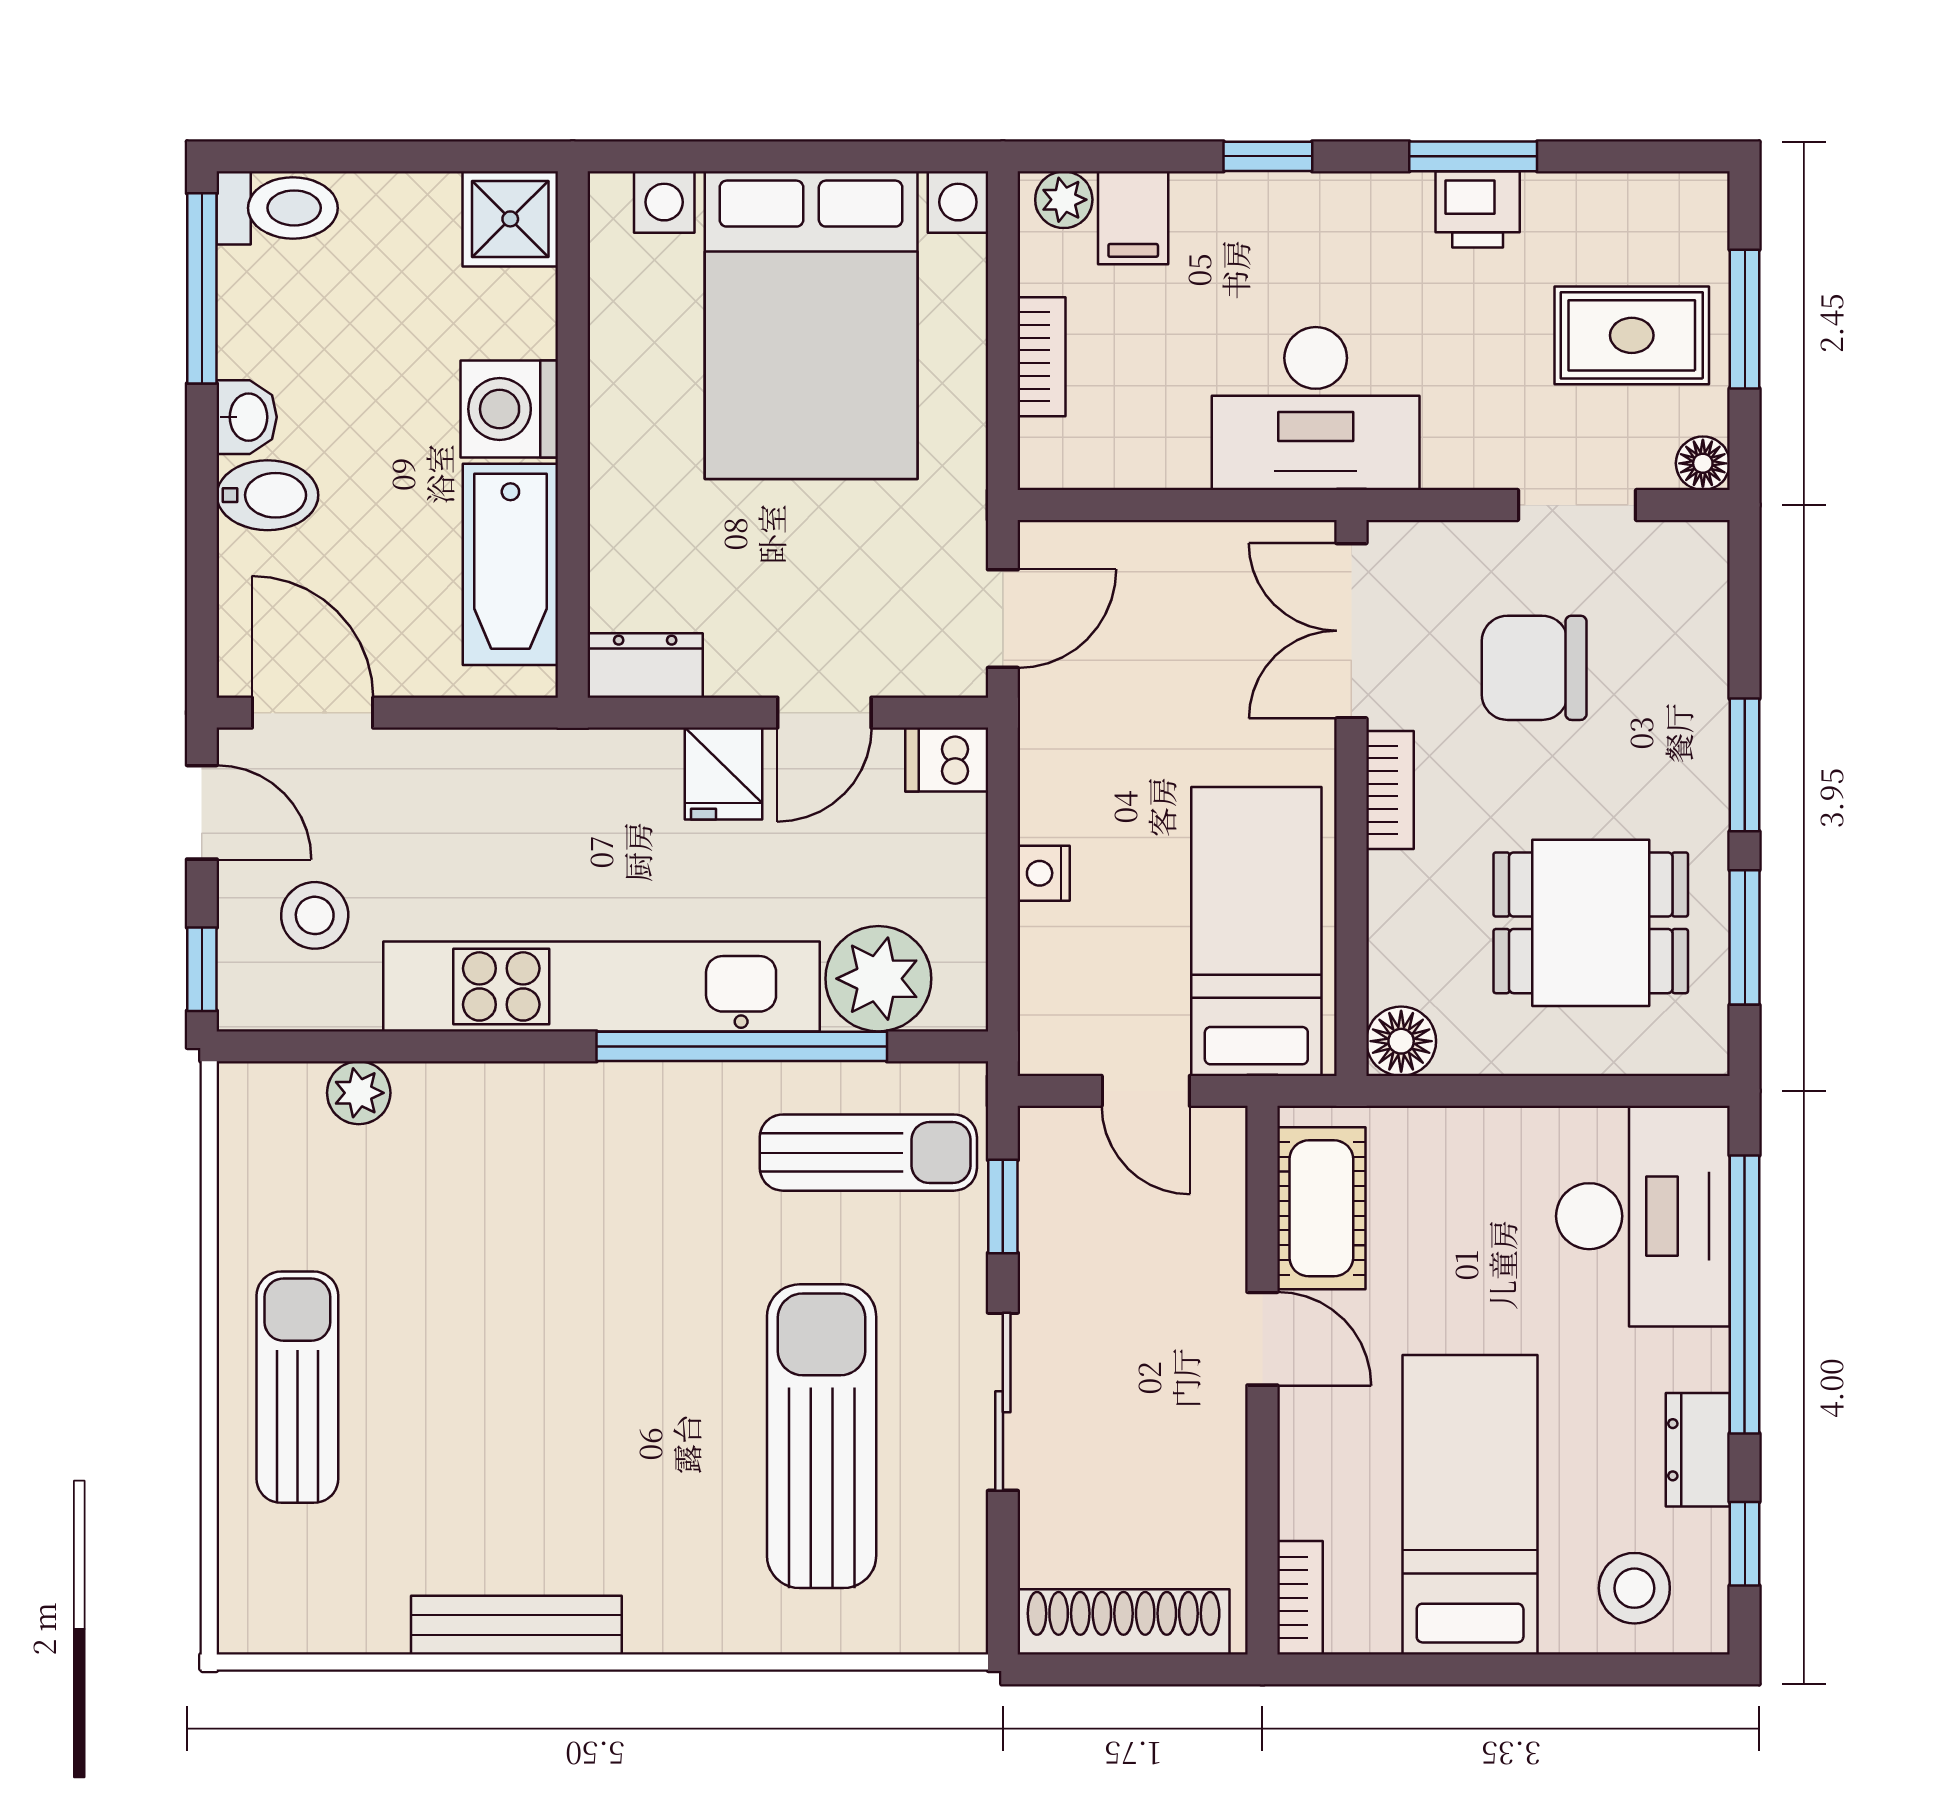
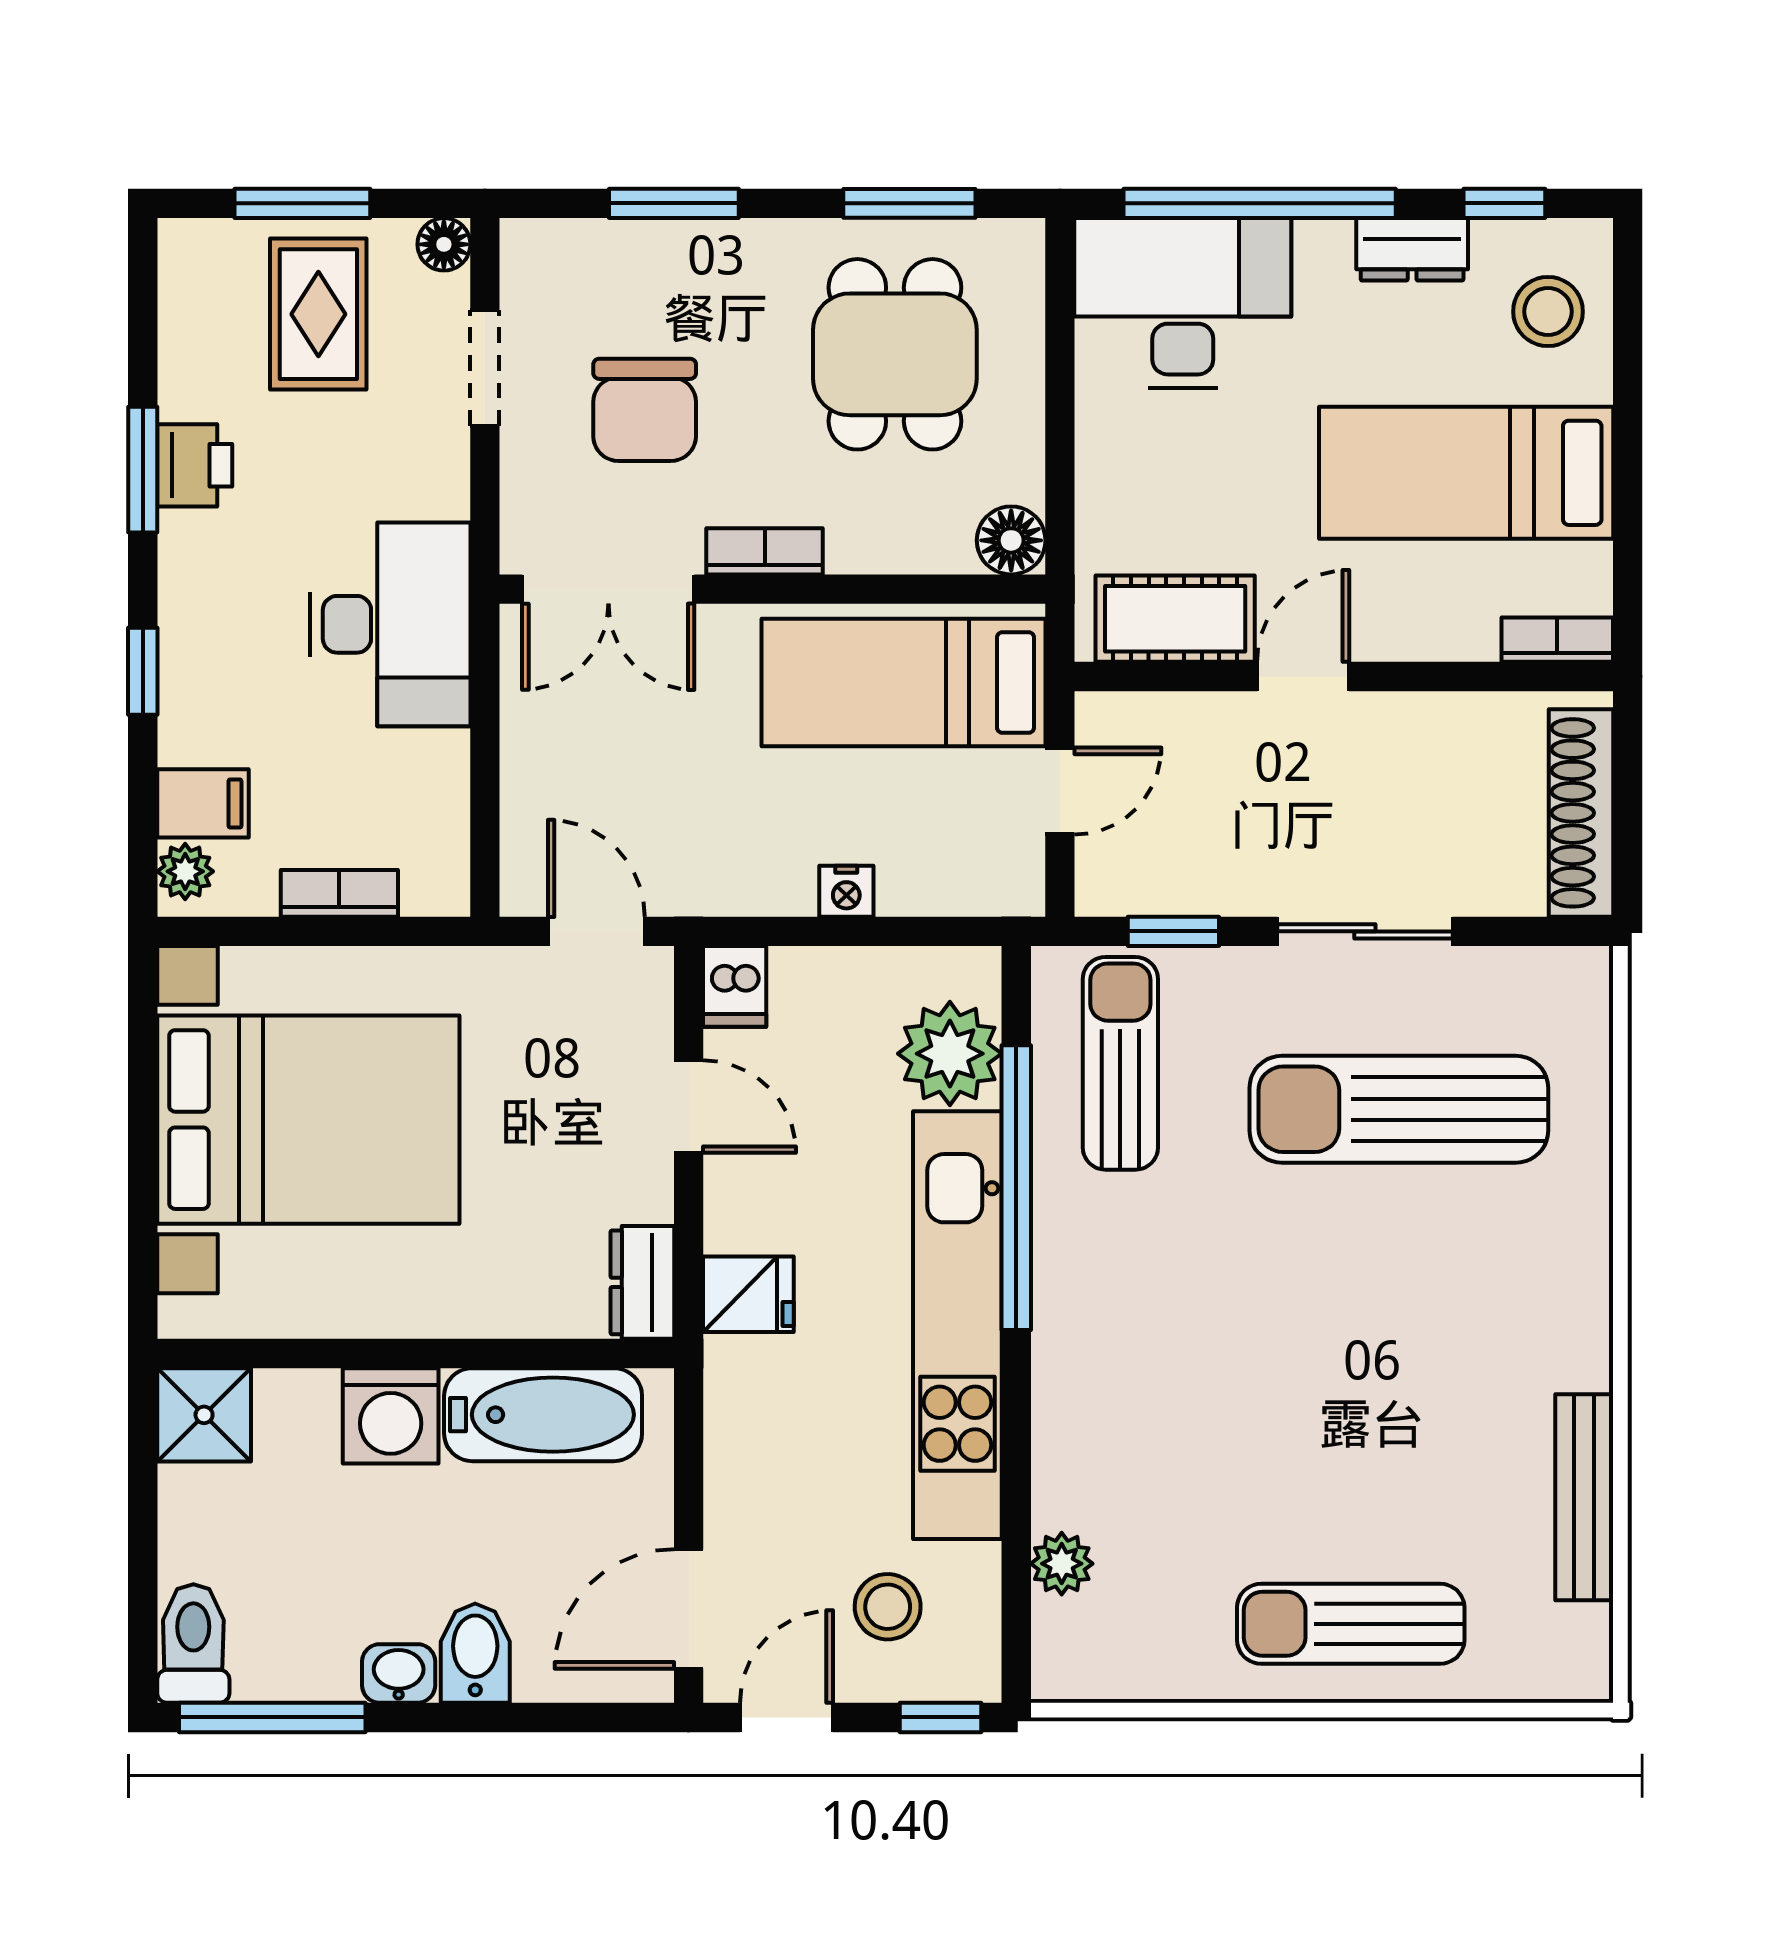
window: (1745, 765) -> (674, 203), moved
fridge: (723, 774) -> (748, 1294), moved
bench: (516, 1625) -> (1584, 1497), moved

